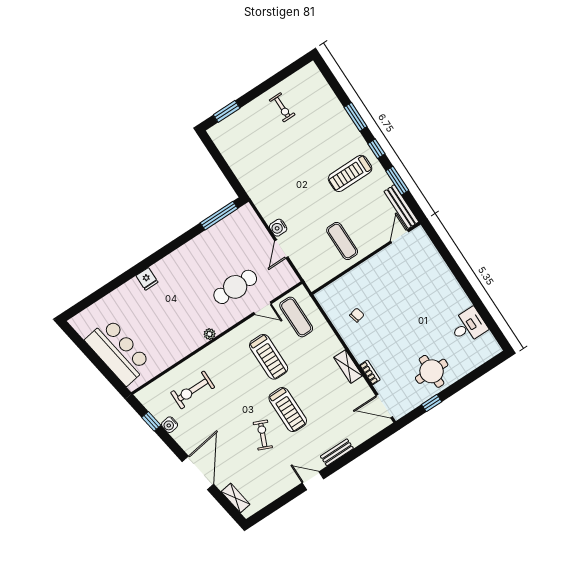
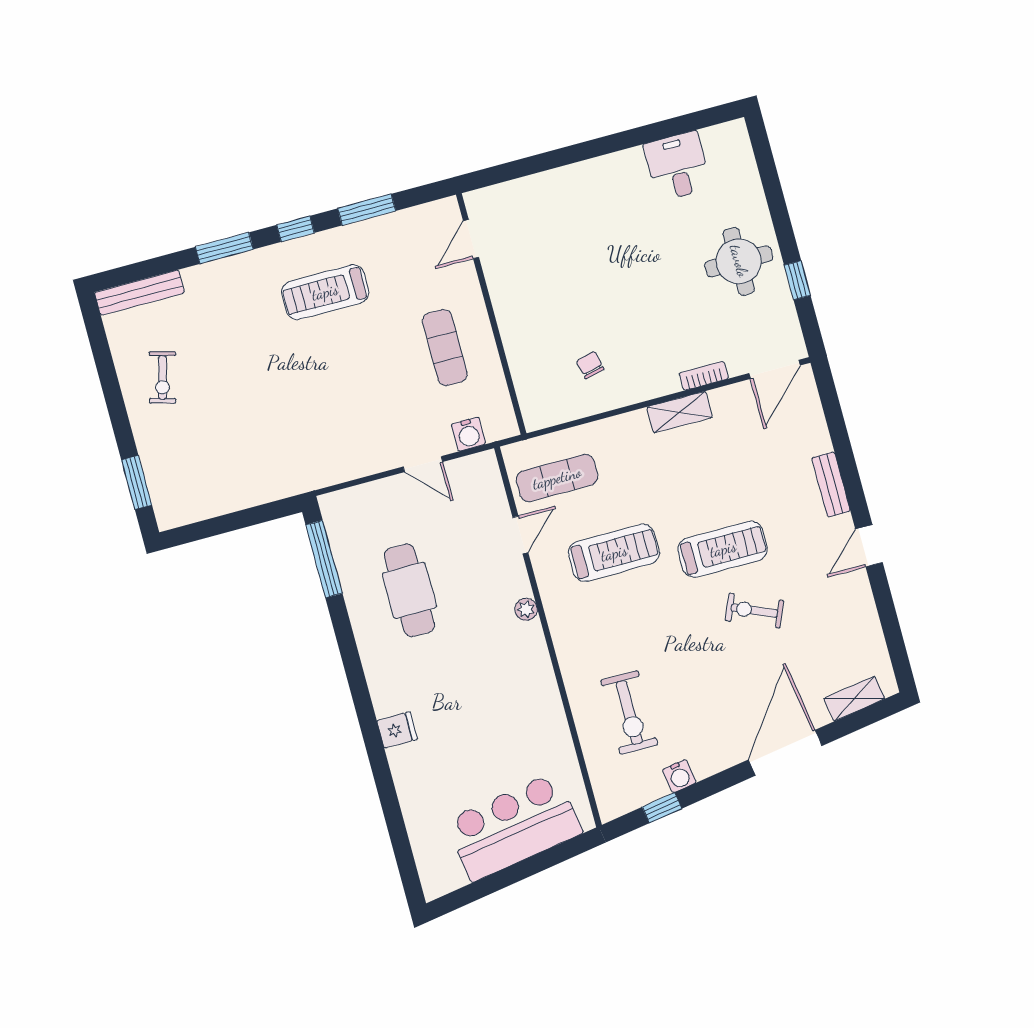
exercise bike: (282, 107) -> (162, 378), turned 105
treadmill: (350, 173) -> (325, 292), turned 90
bench: (401, 207) -> (140, 293), moved
water cooler: (278, 228) -> (469, 434), moved
door: (400, 236) -> (471, 239), hinge flipped
exercise mat: (342, 241) -> (445, 348), turned 90
cafe table: (235, 287) -> (409, 590), moved
plant: (210, 334) -> (526, 609), moved
door: (198, 473) -> (785, 753), hinge flipped

